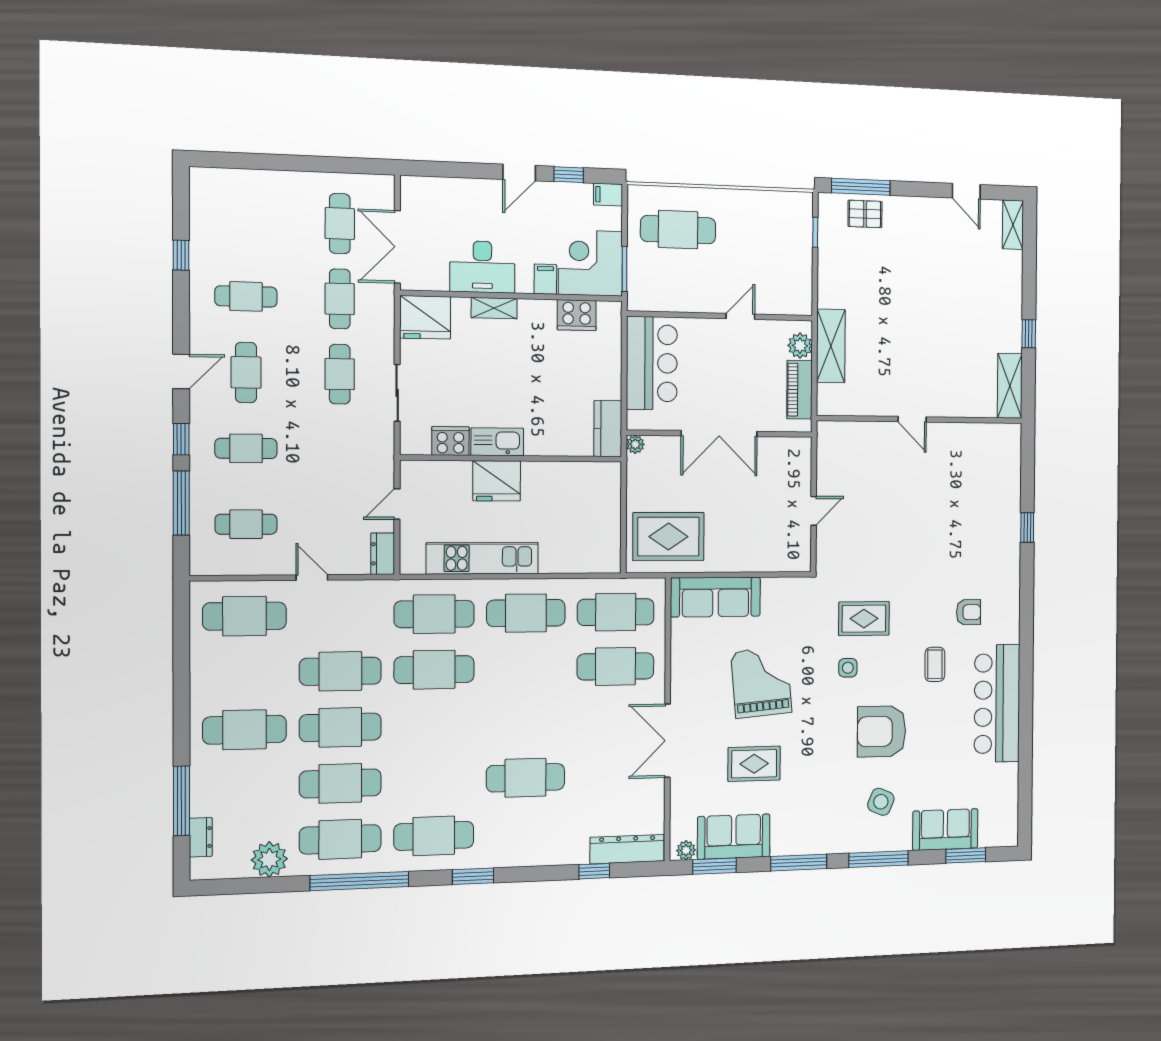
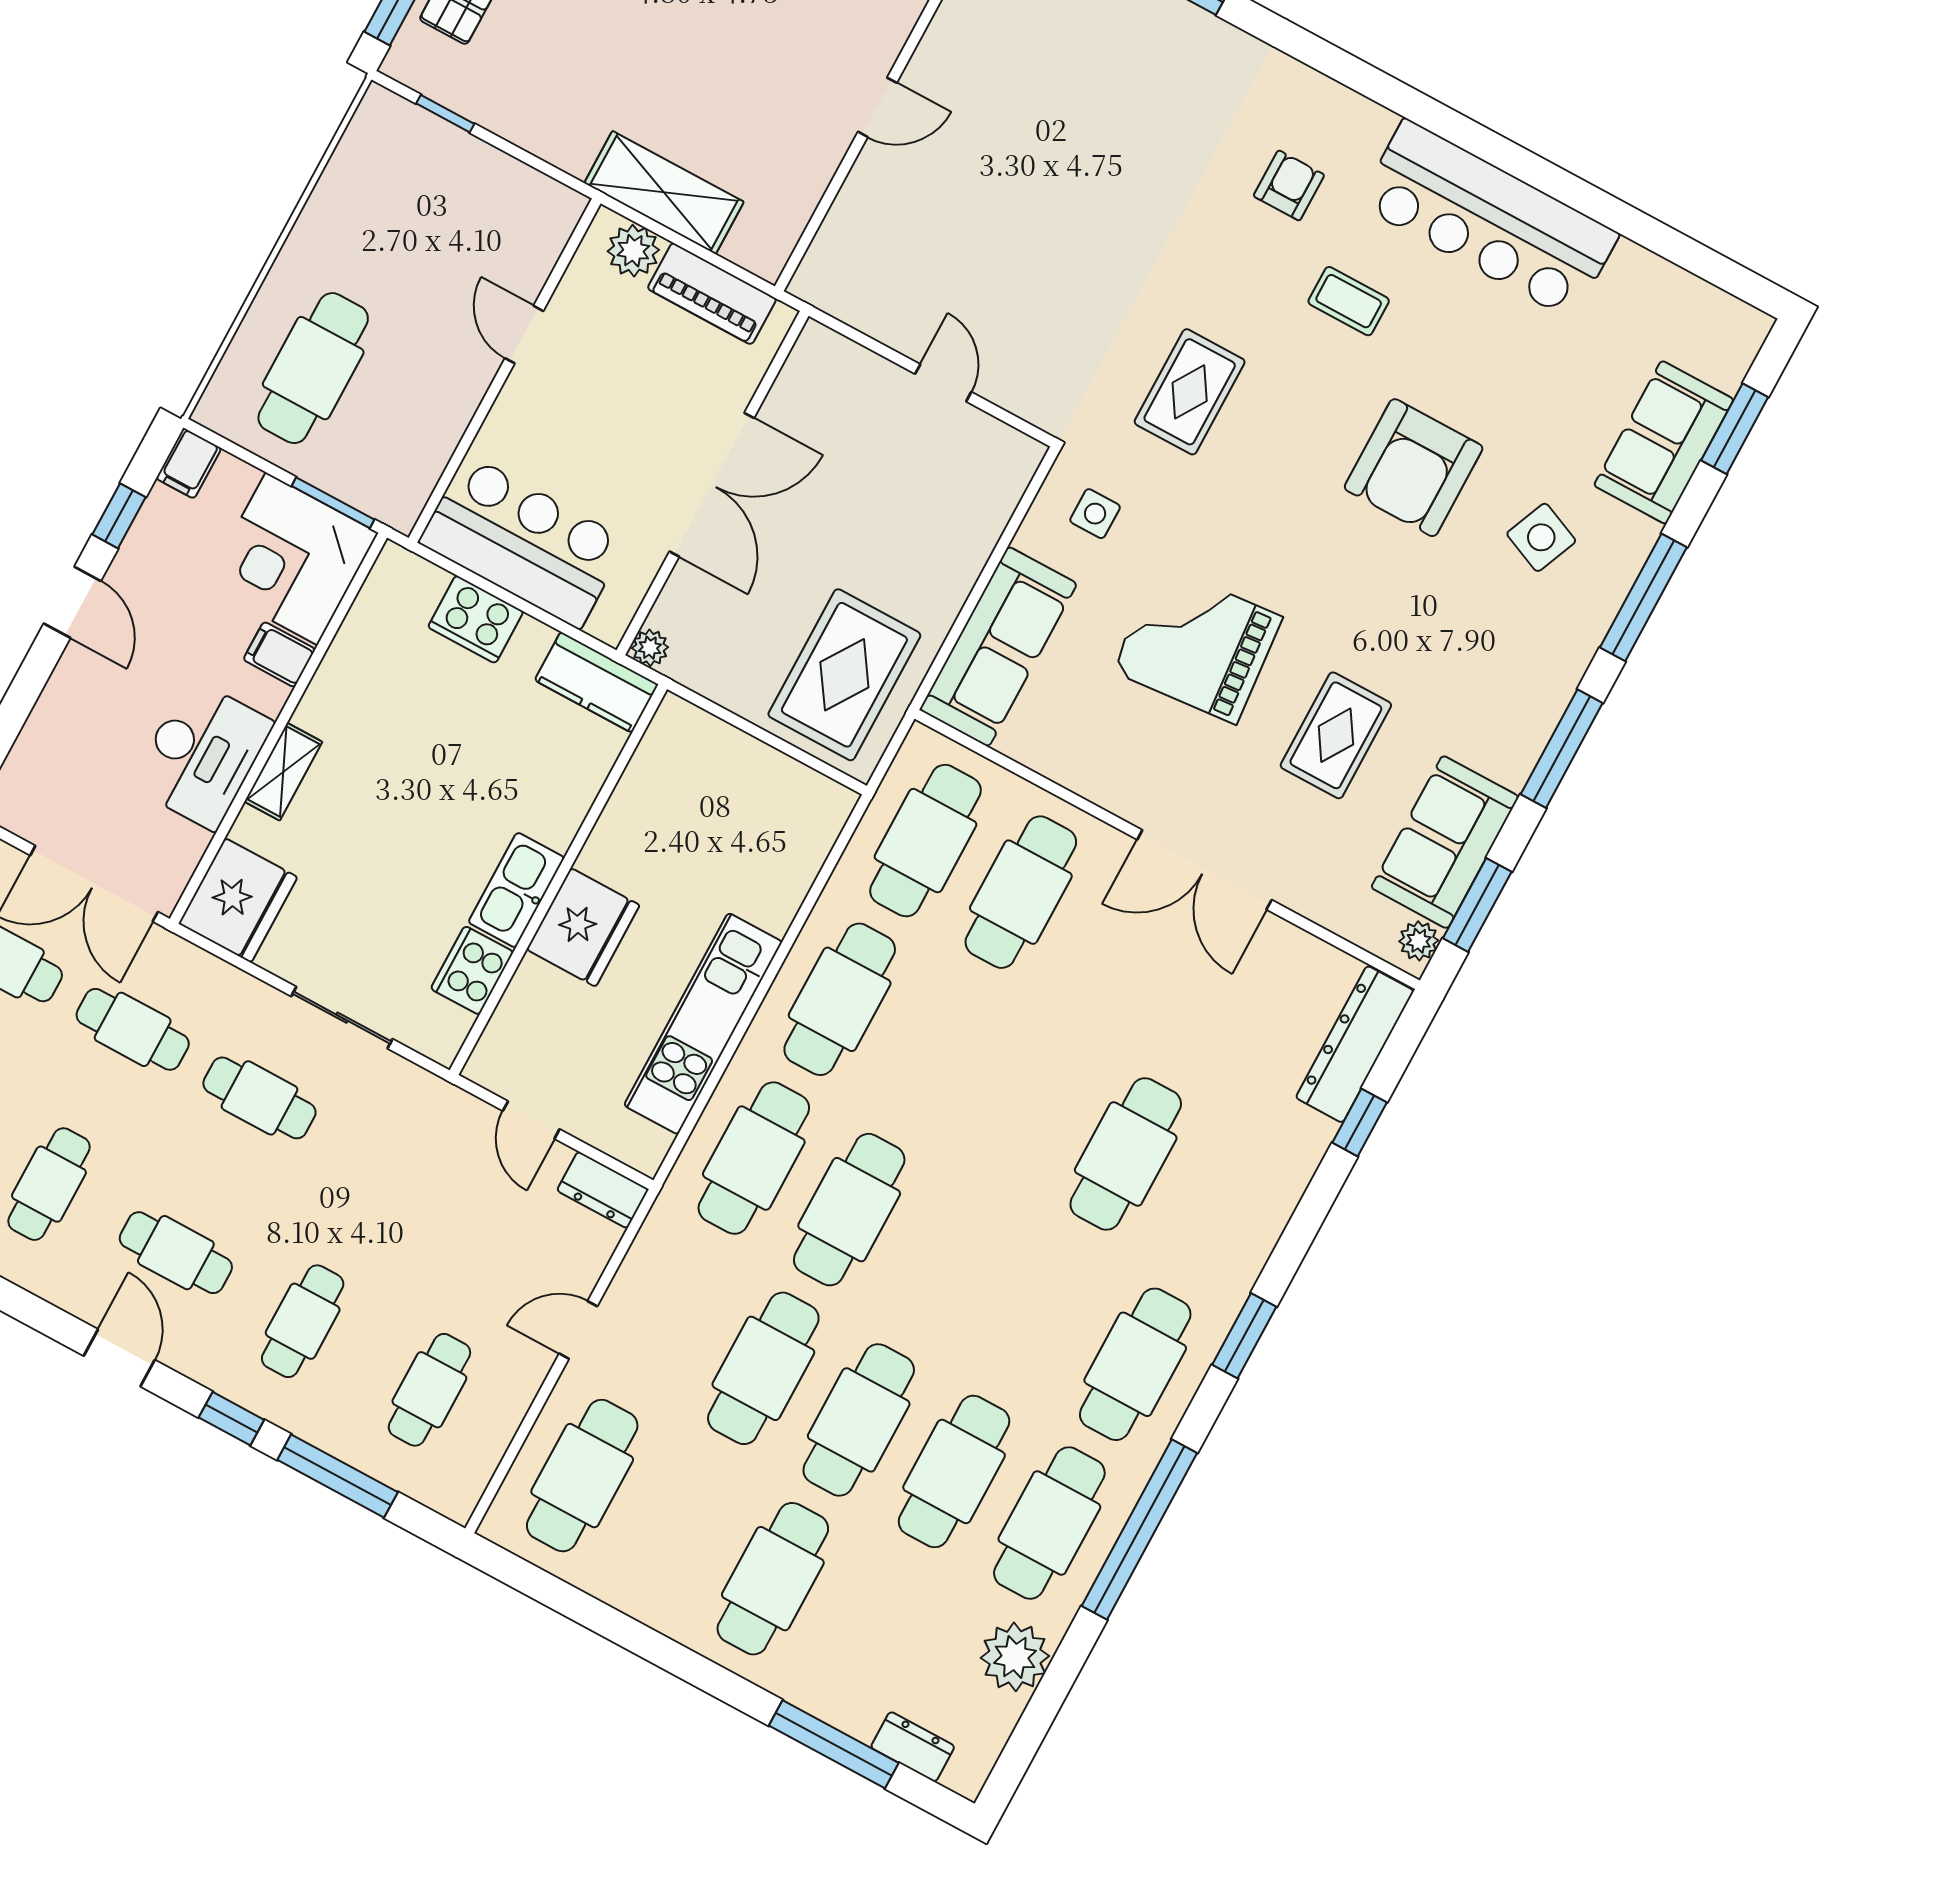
cooker: (577, 315) -> (476, 619), moved, turned 90
side table: (848, 668) -> (1095, 514), moved

